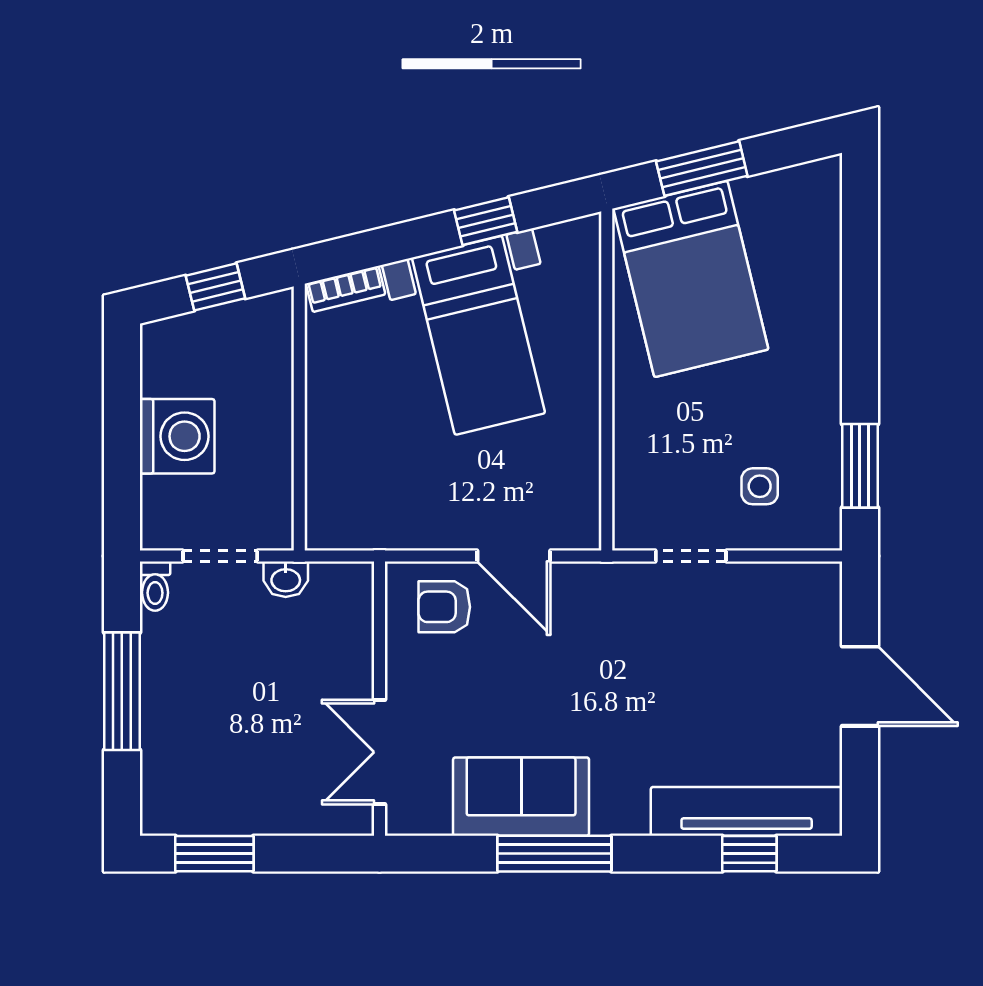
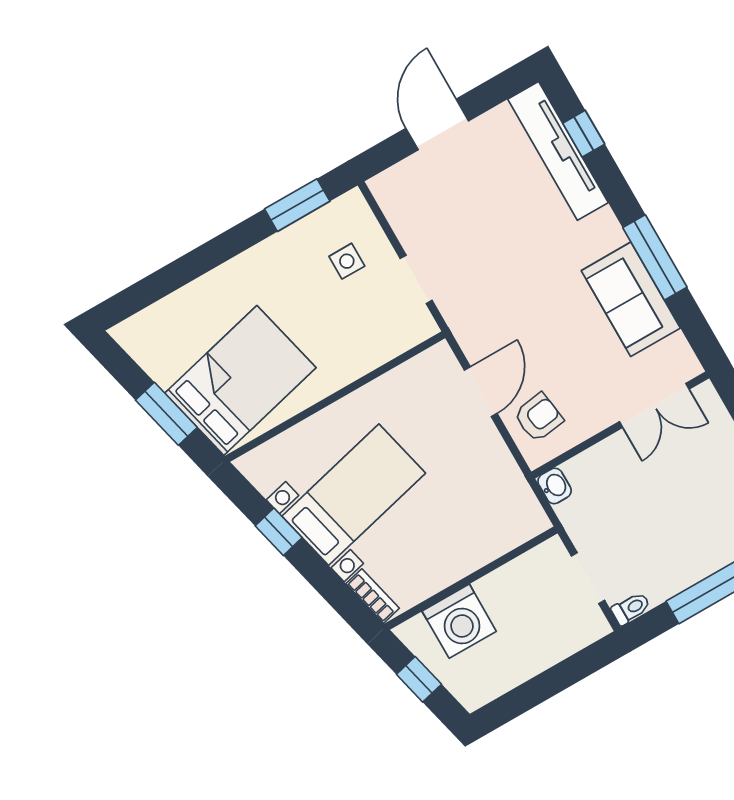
washing machine: (177, 436) -> (459, 621), moved, turned 180
washbasin: (286, 579) -> (555, 486), moved
armchair: (444, 607) -> (538, 417), turned -98

